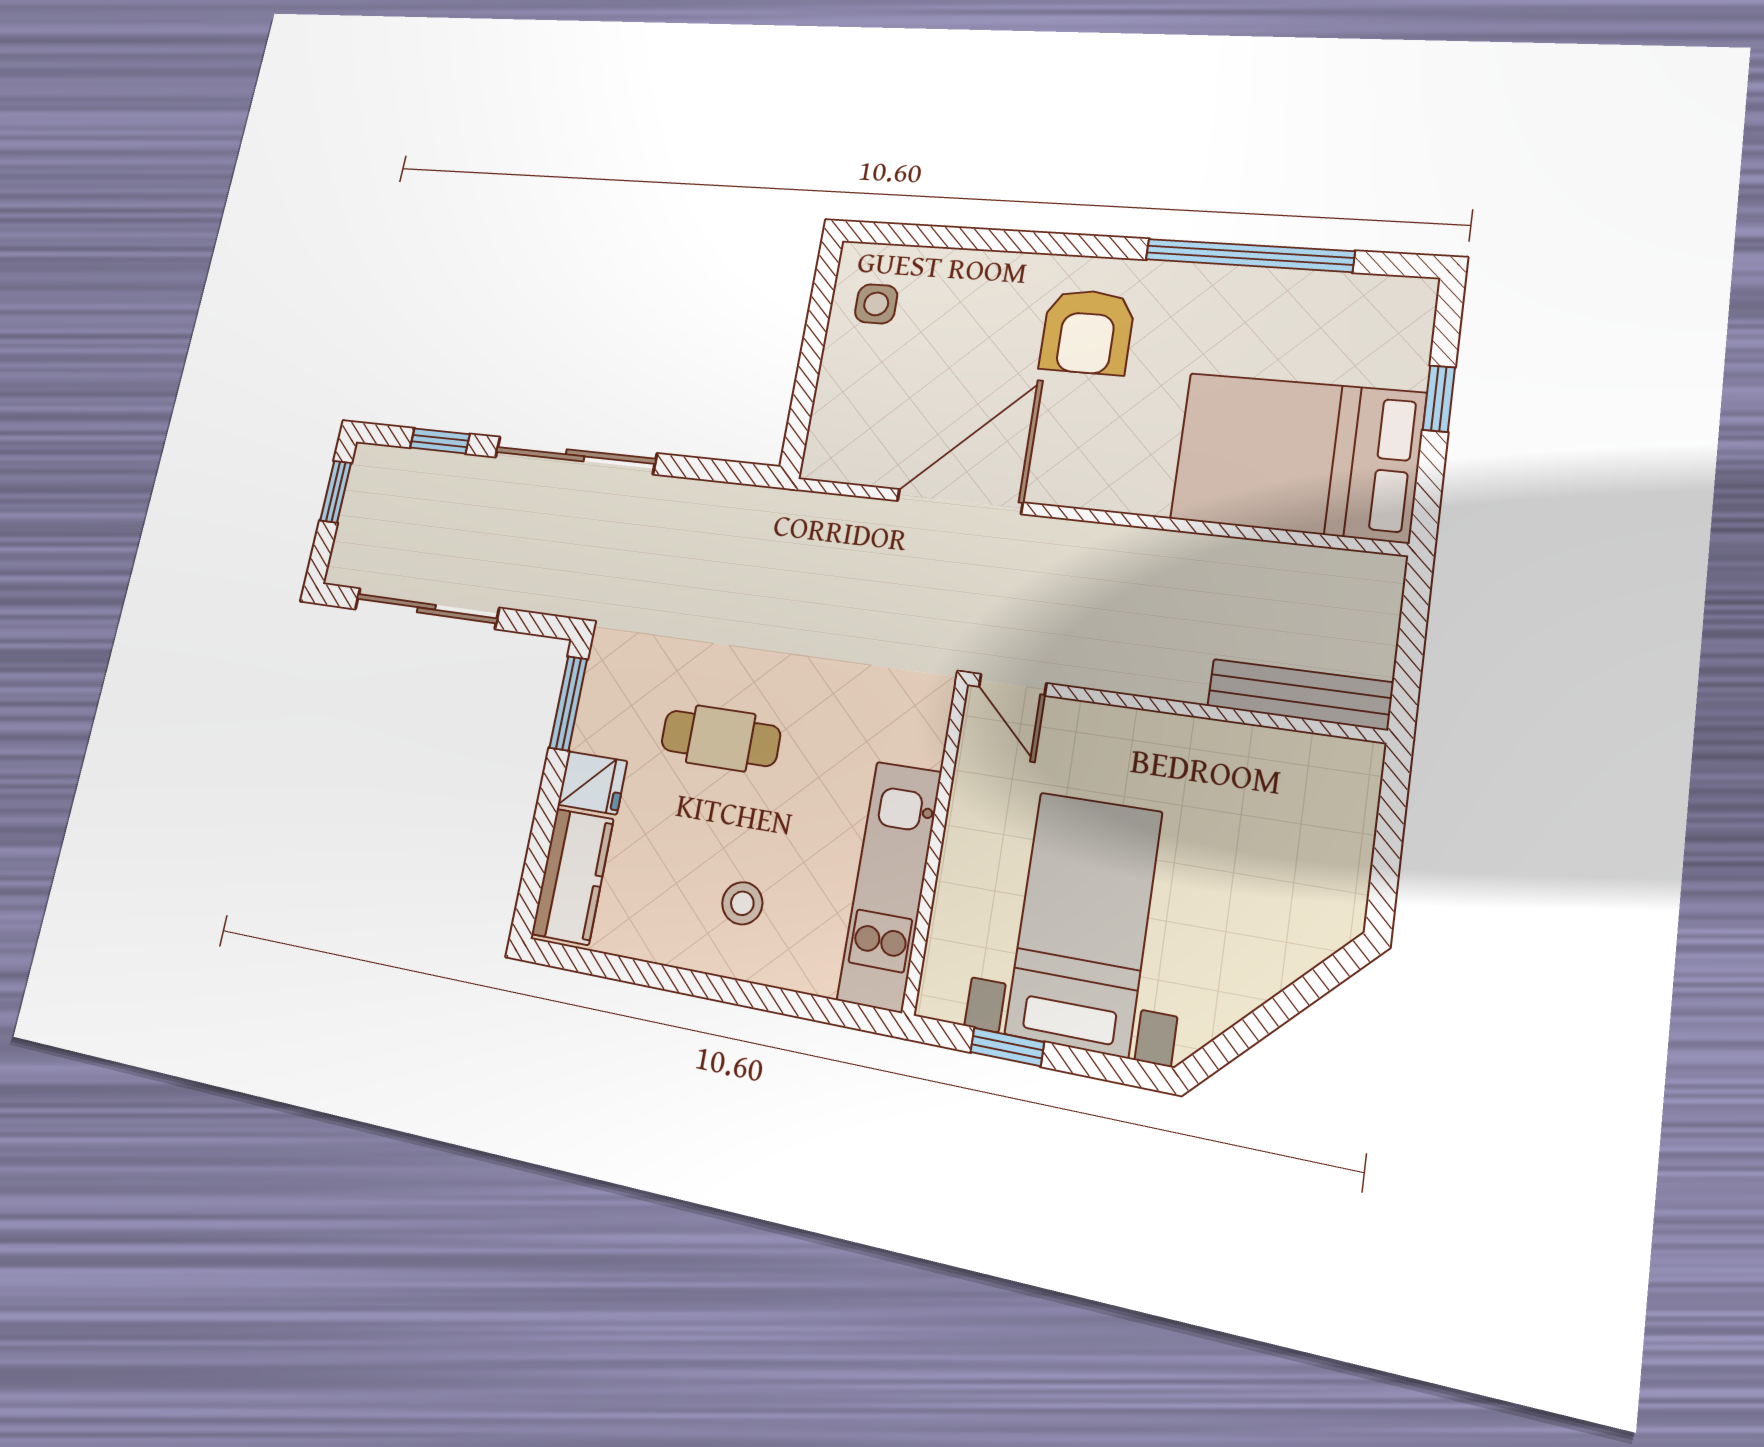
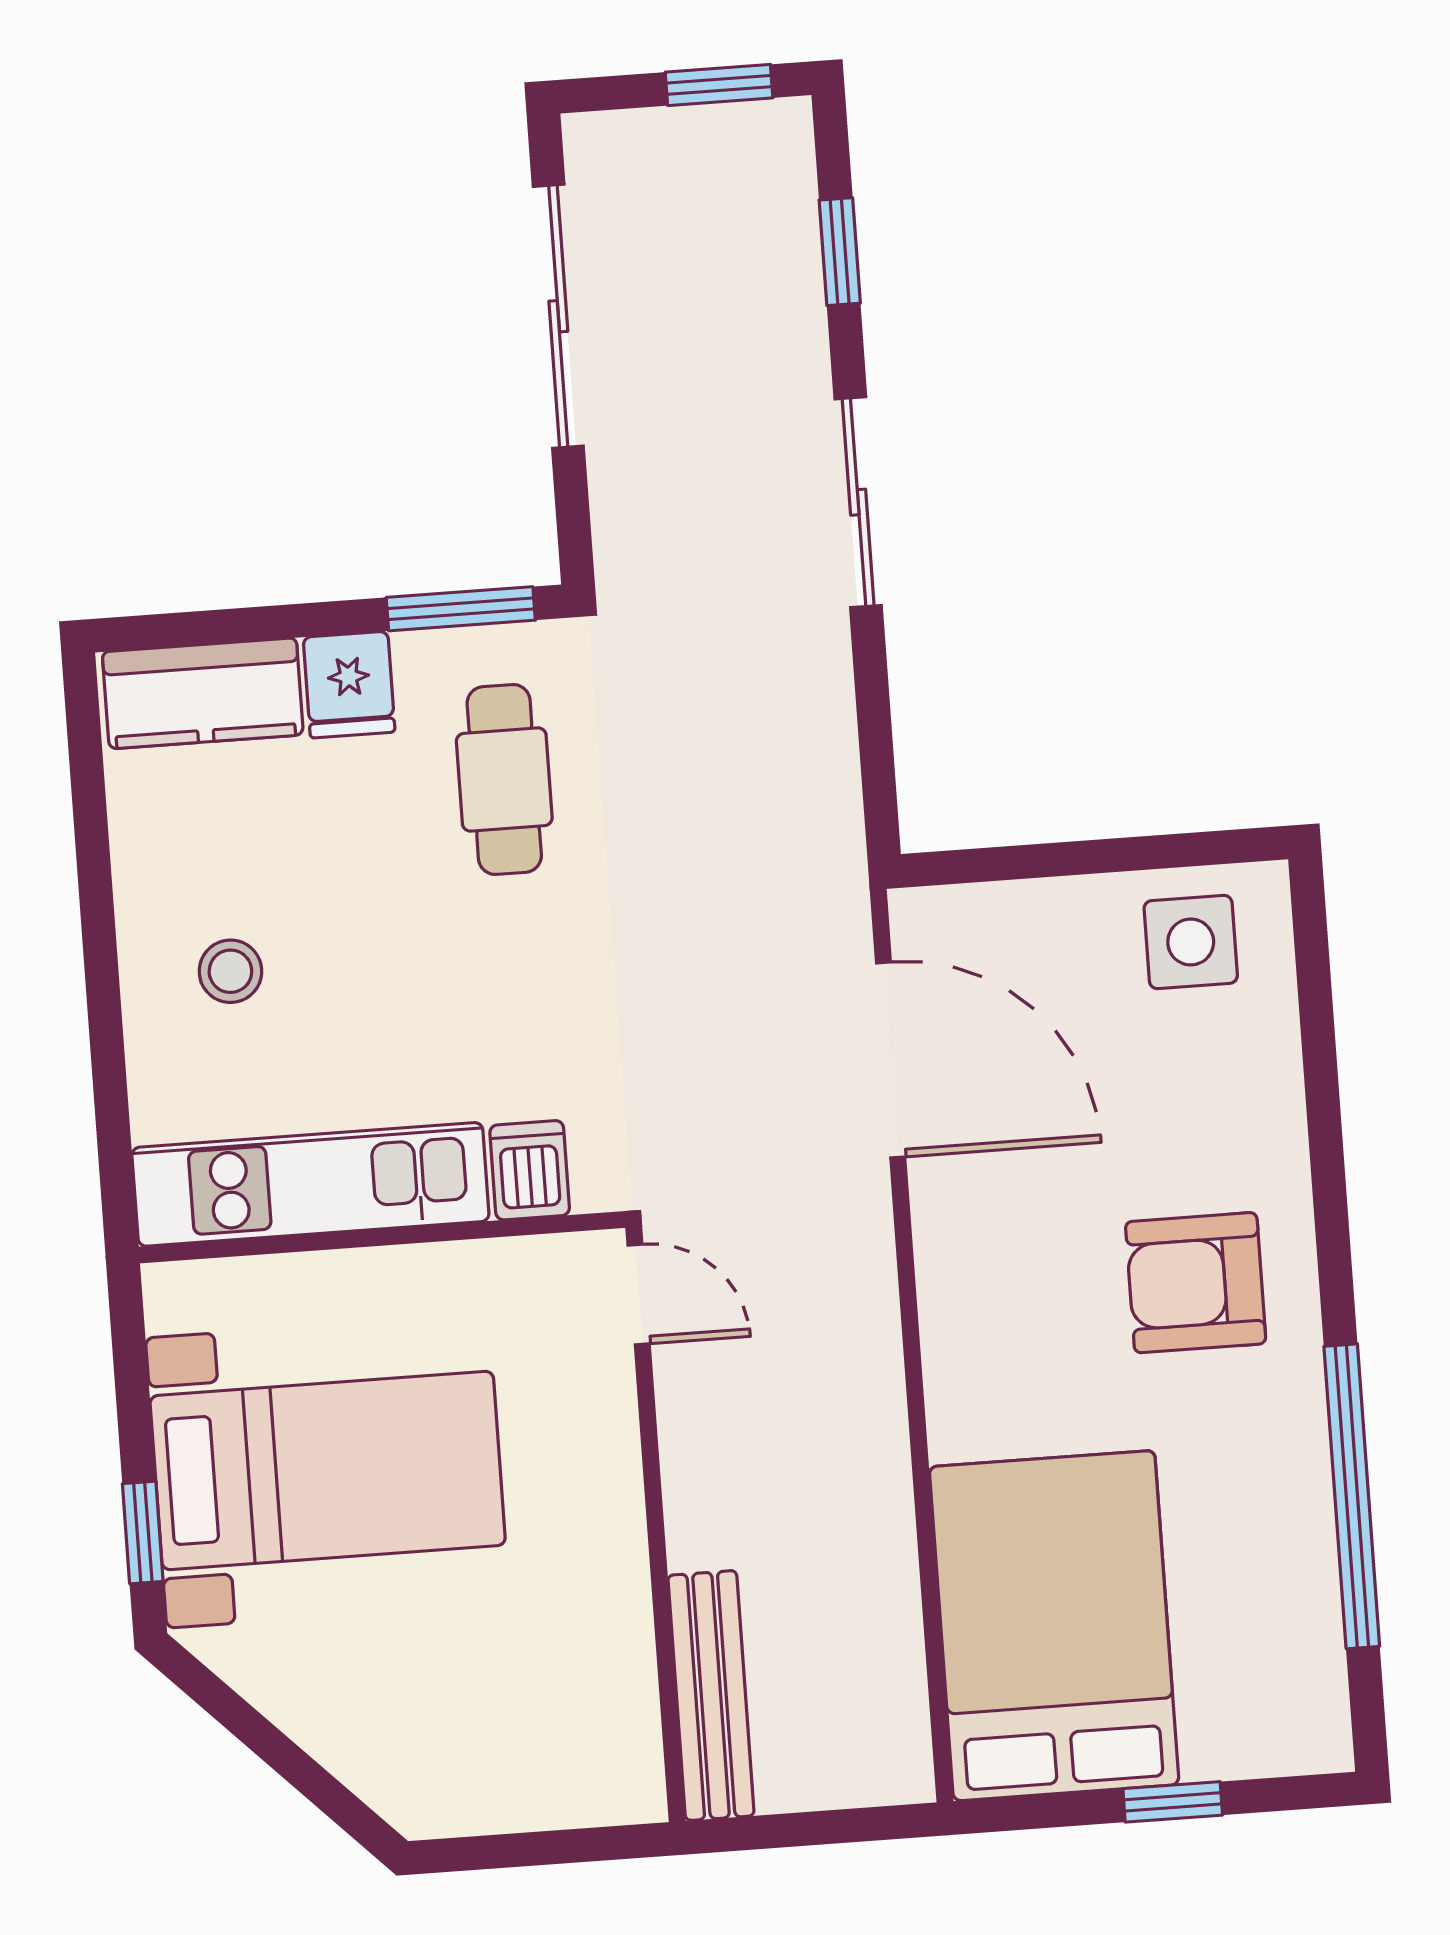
side table: (876, 304) -> (1191, 942), width x1.37, depth x1.37
sliding door: (575, 455) -> (858, 502), width x0.73
door: (960, 502) -> (891, 1060), moved
door: (1013, 685) -> (639, 1295), swing flipped
cafe table: (721, 738) -> (504, 780), moved
dishwasher: (915, 738) -> (530, 1170), added
window: (1007, 1047) -> (143, 1533), moved

